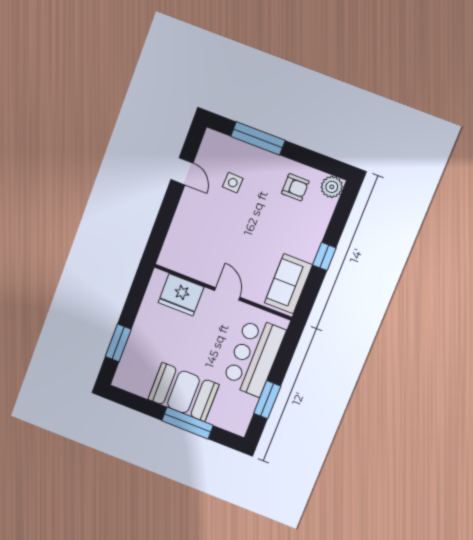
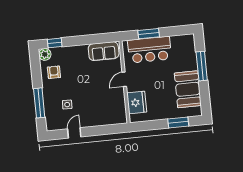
window: (324, 256) -> (55, 43), moved
booth: (183, 392) -> (188, 89), moved
window: (267, 400) -> (149, 34), moved

